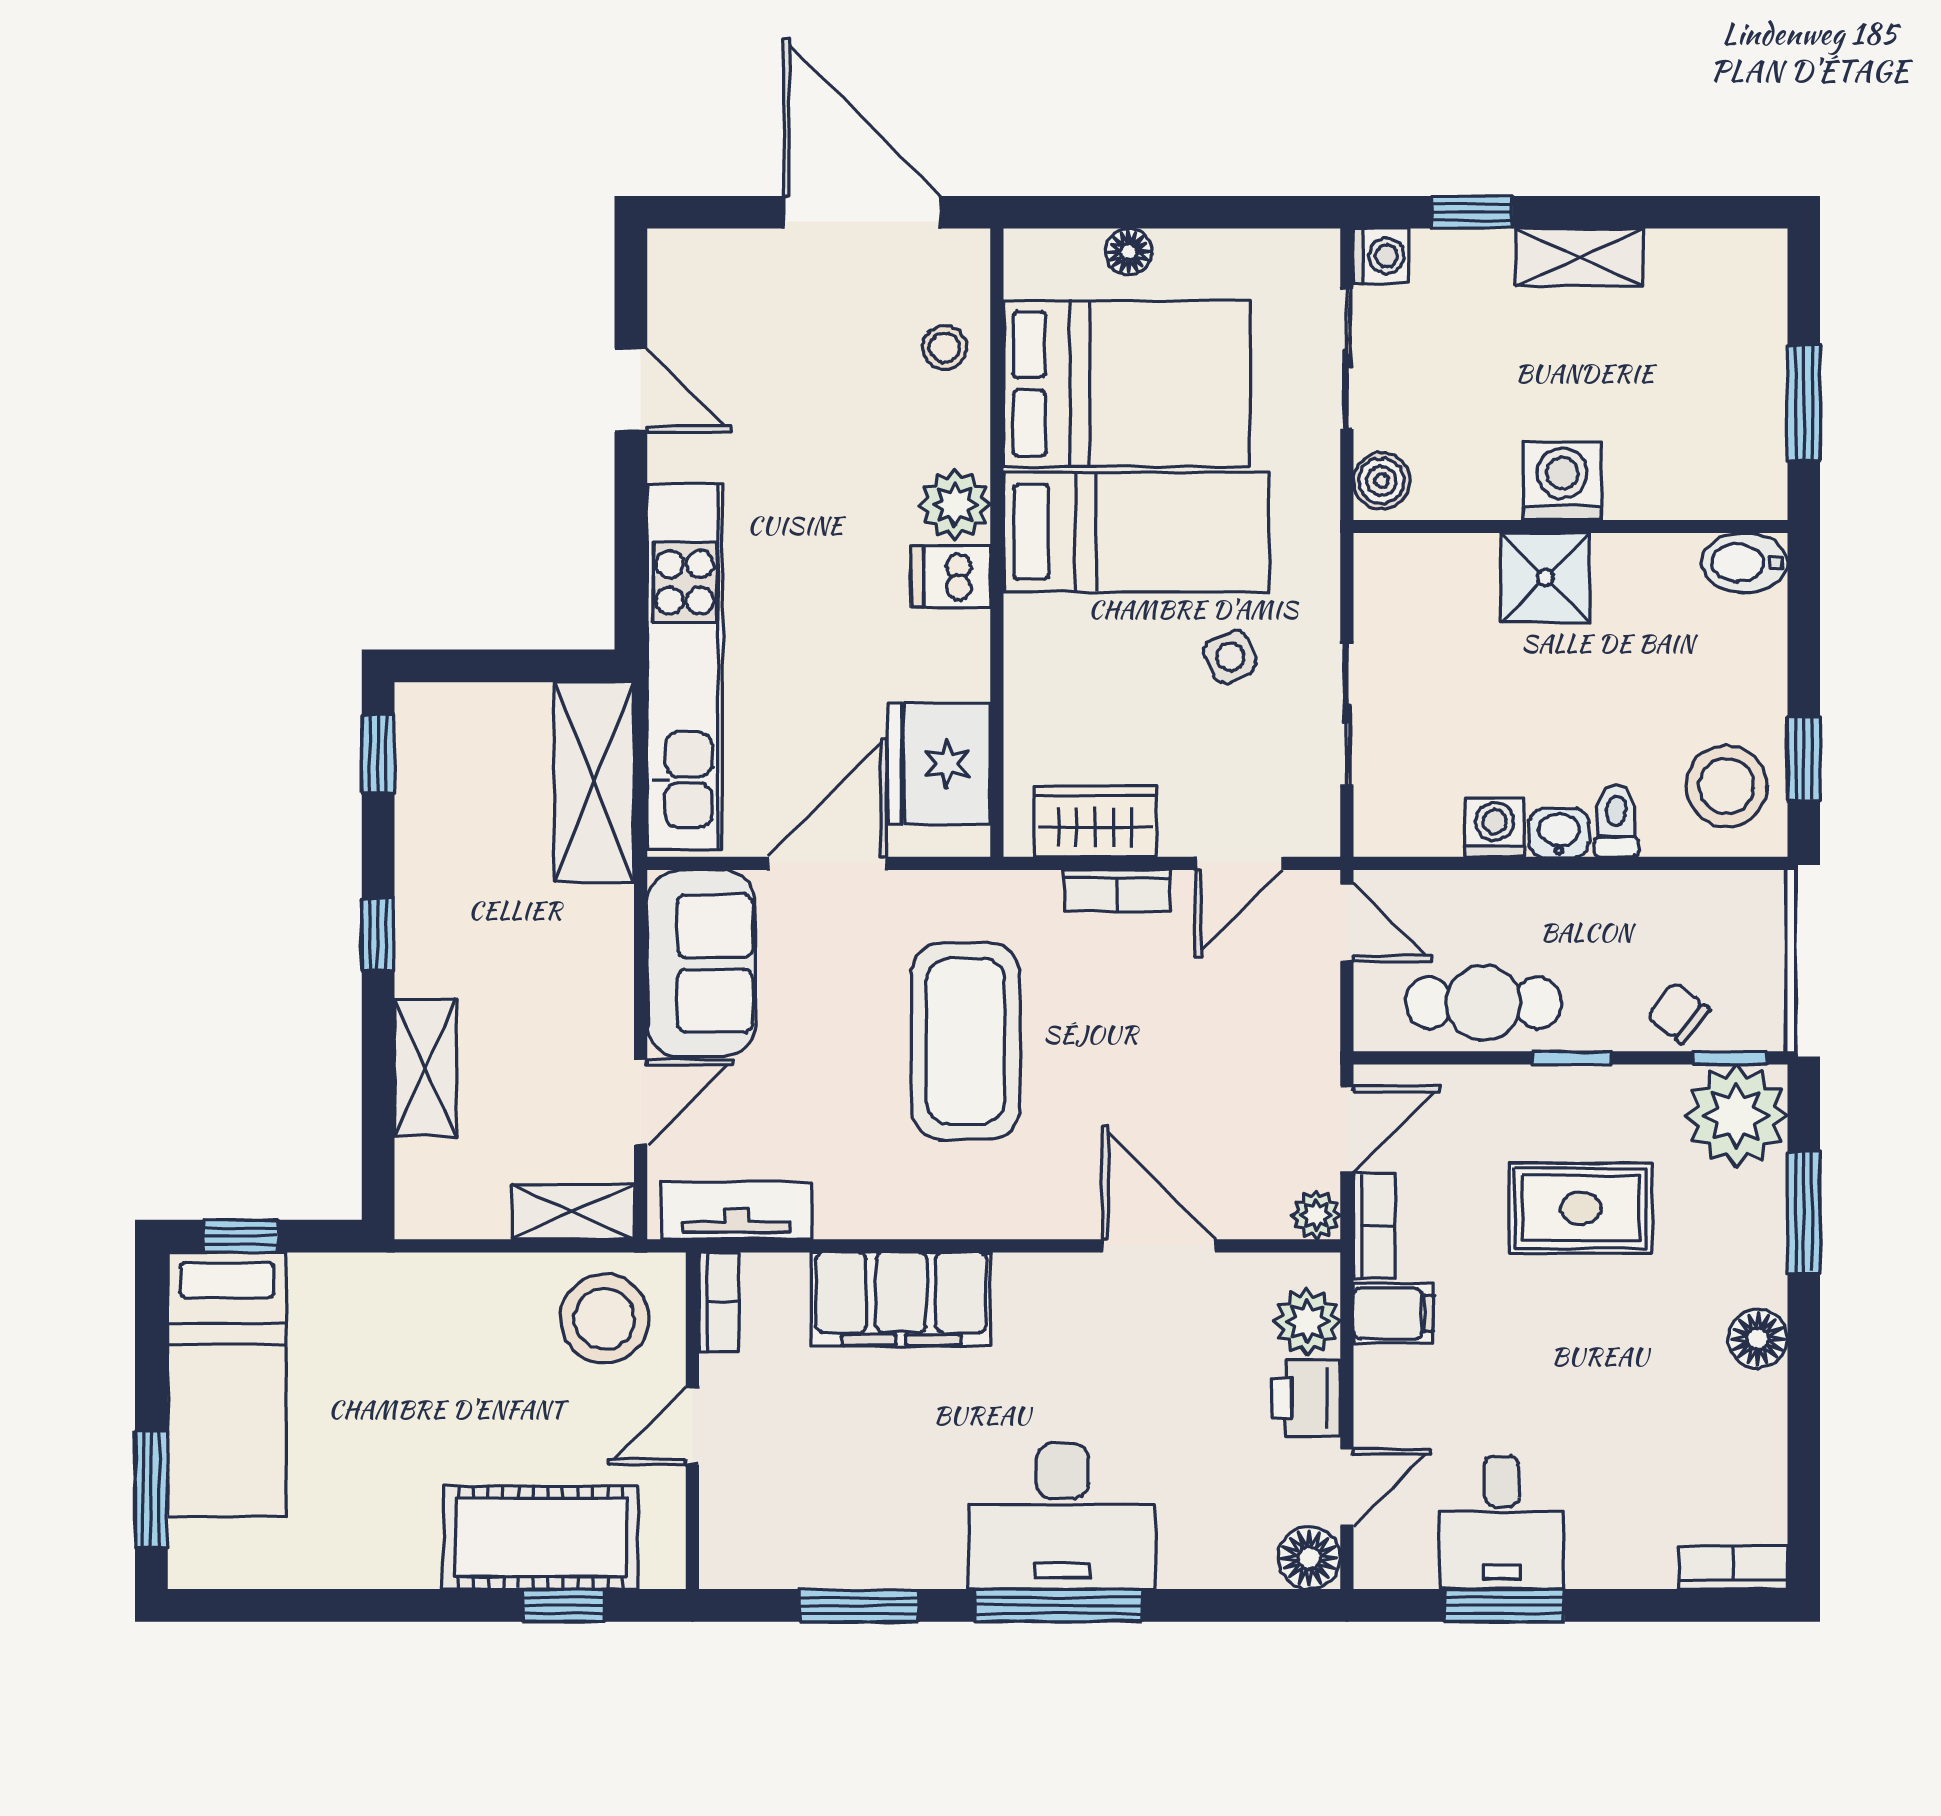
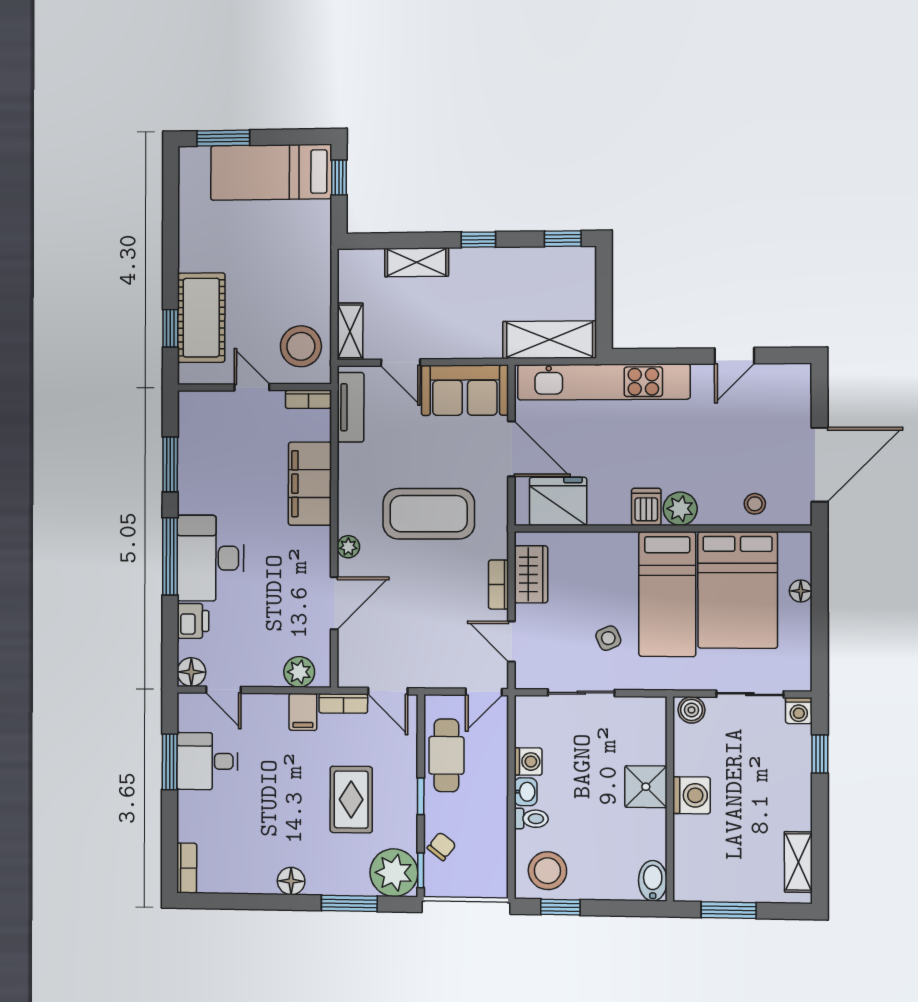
shelving: (1579, 257) -> (798, 862), moved
plant: (1316, 1215) -> (348, 547), moved
printer: (1306, 1398) -> (193, 621), moved, turned 90

